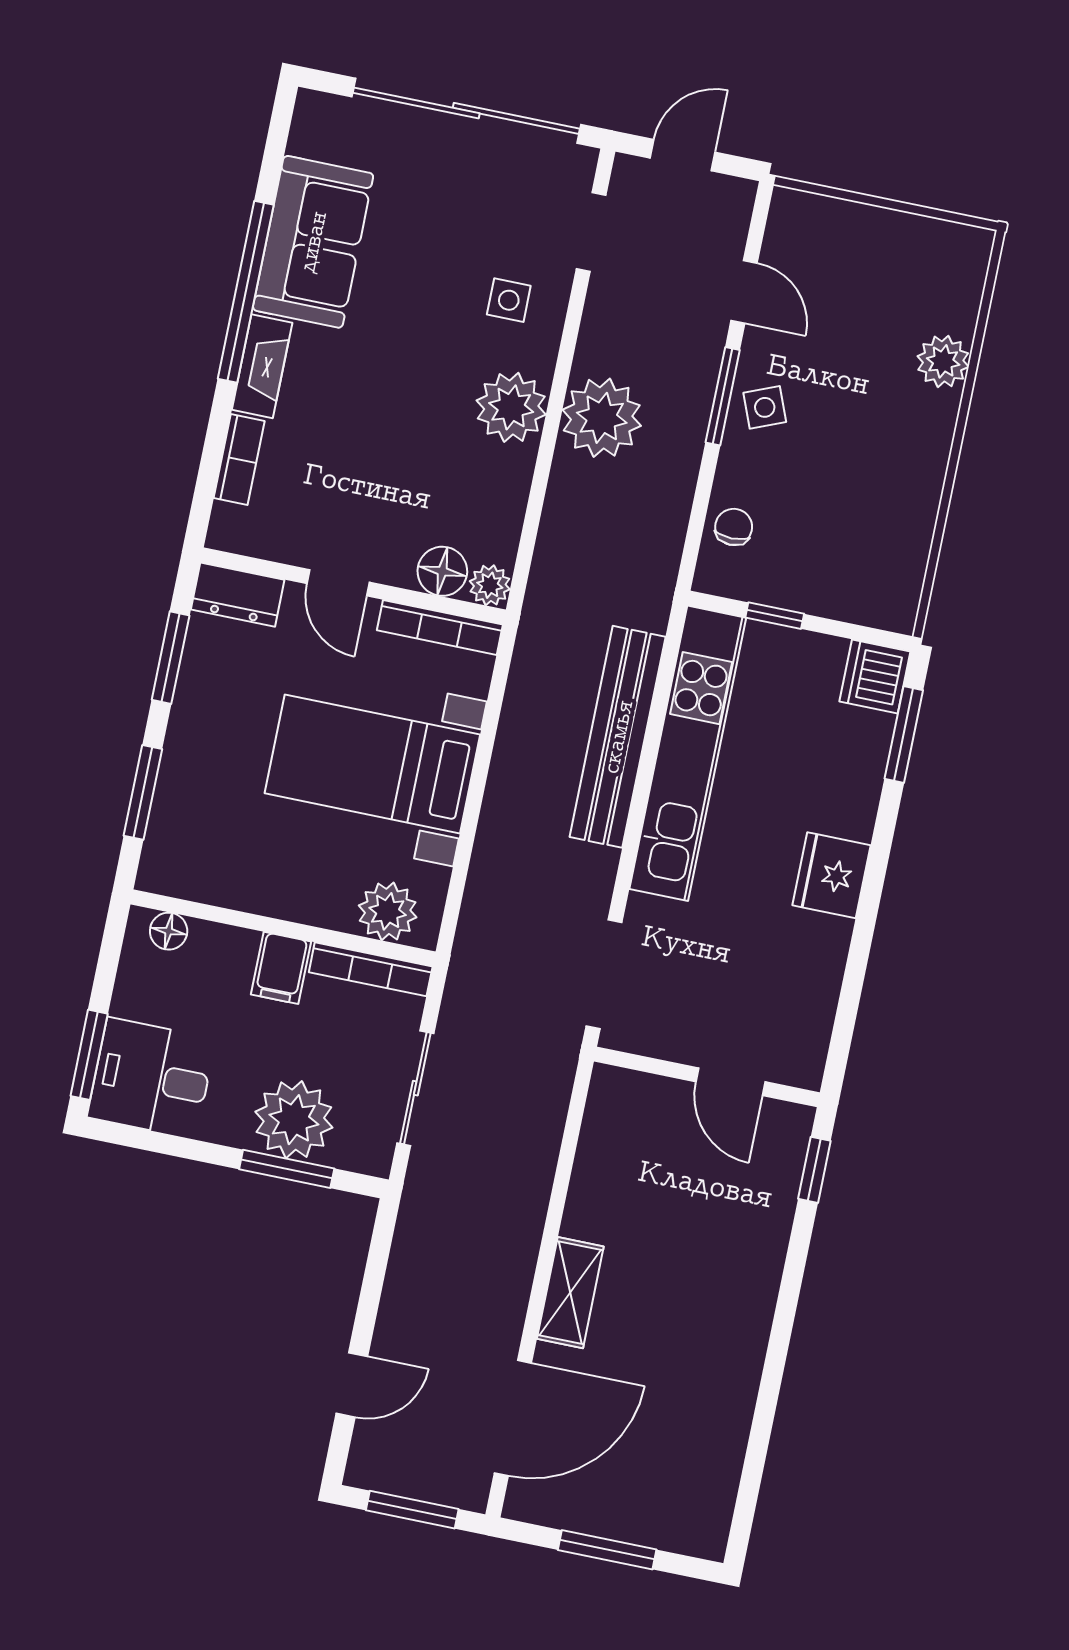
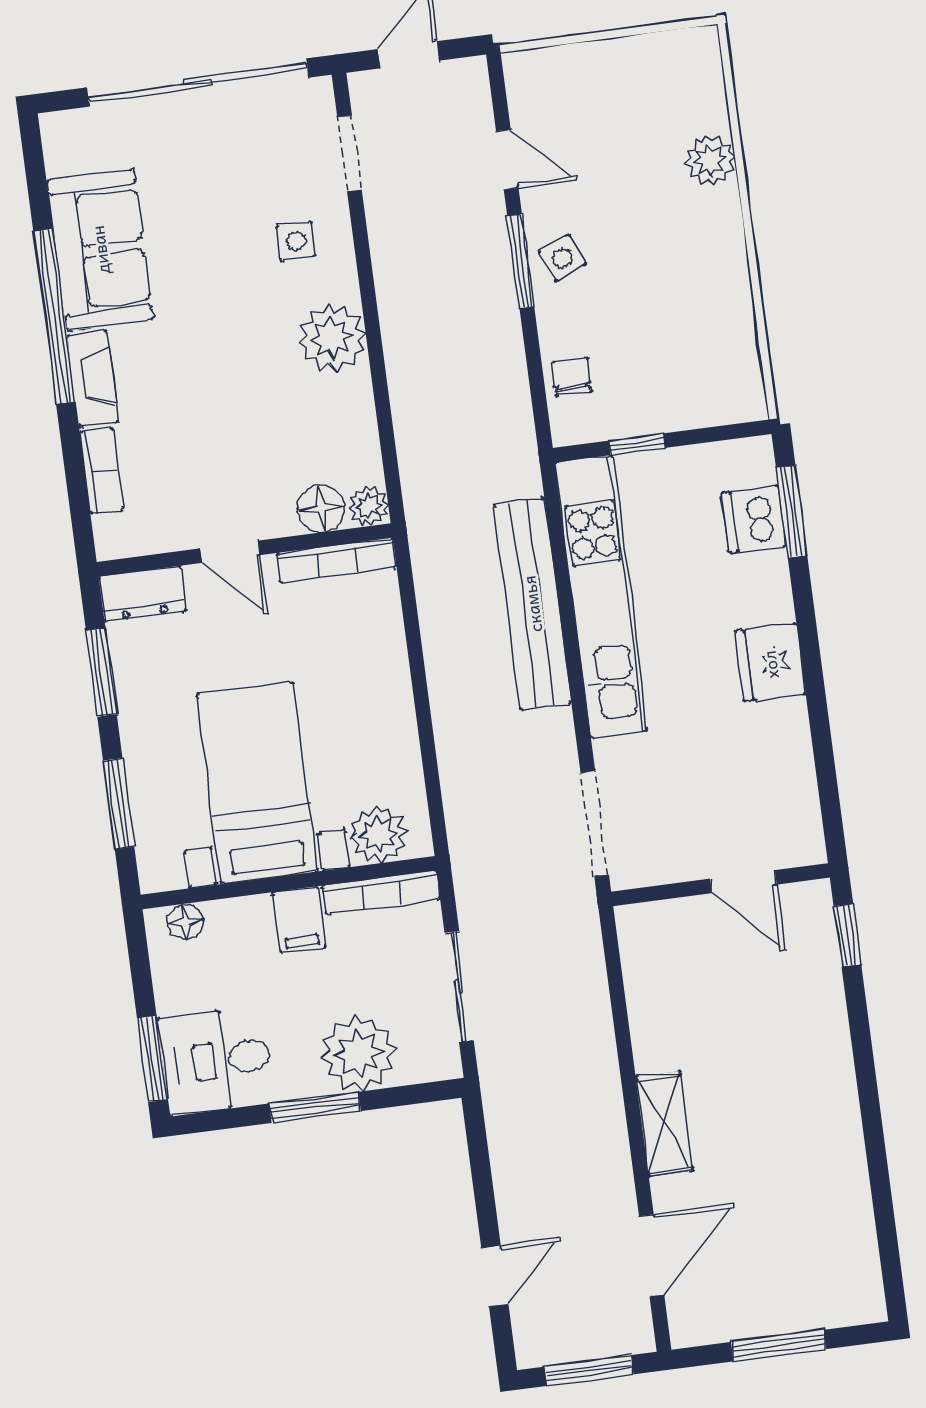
plant: (602, 418) -> (418, 319), removed
dishwasher: (875, 676) -> (754, 519), moved
bed with nightstands: (372, 764) -> (257, 783), moved, turned 90
window: (287, 1169) -> (315, 1107), moved
door: (513, 1418) -> (652, 1255), width x0.73

